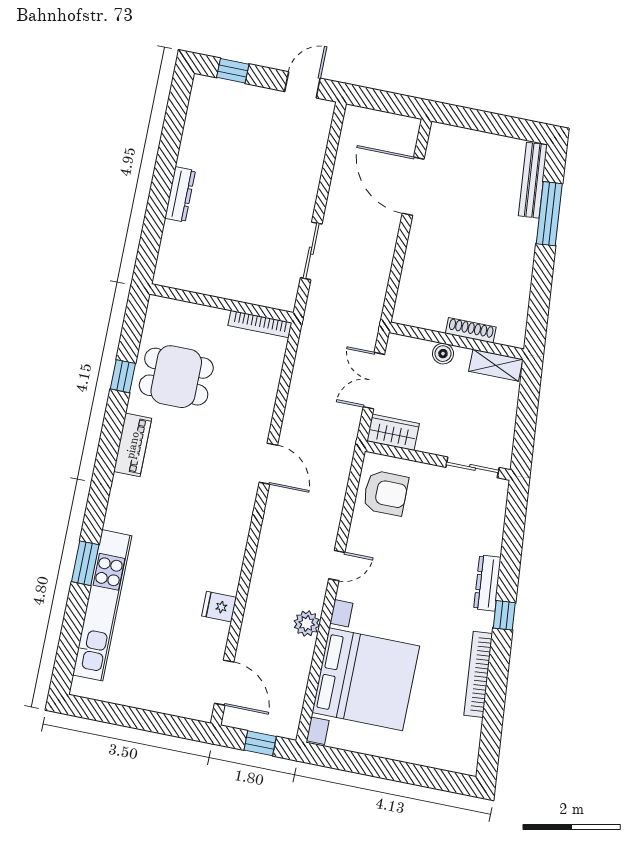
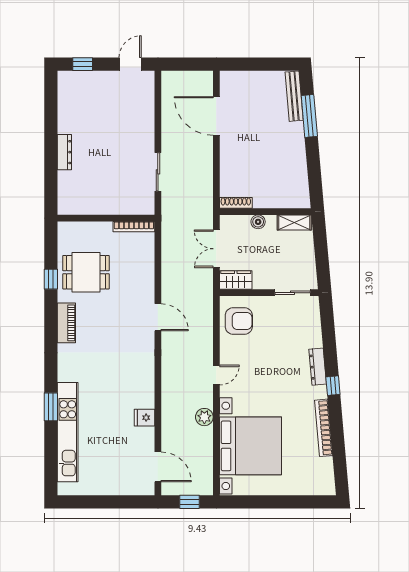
shoe rack: (471, 330) -> (236, 203), moved

